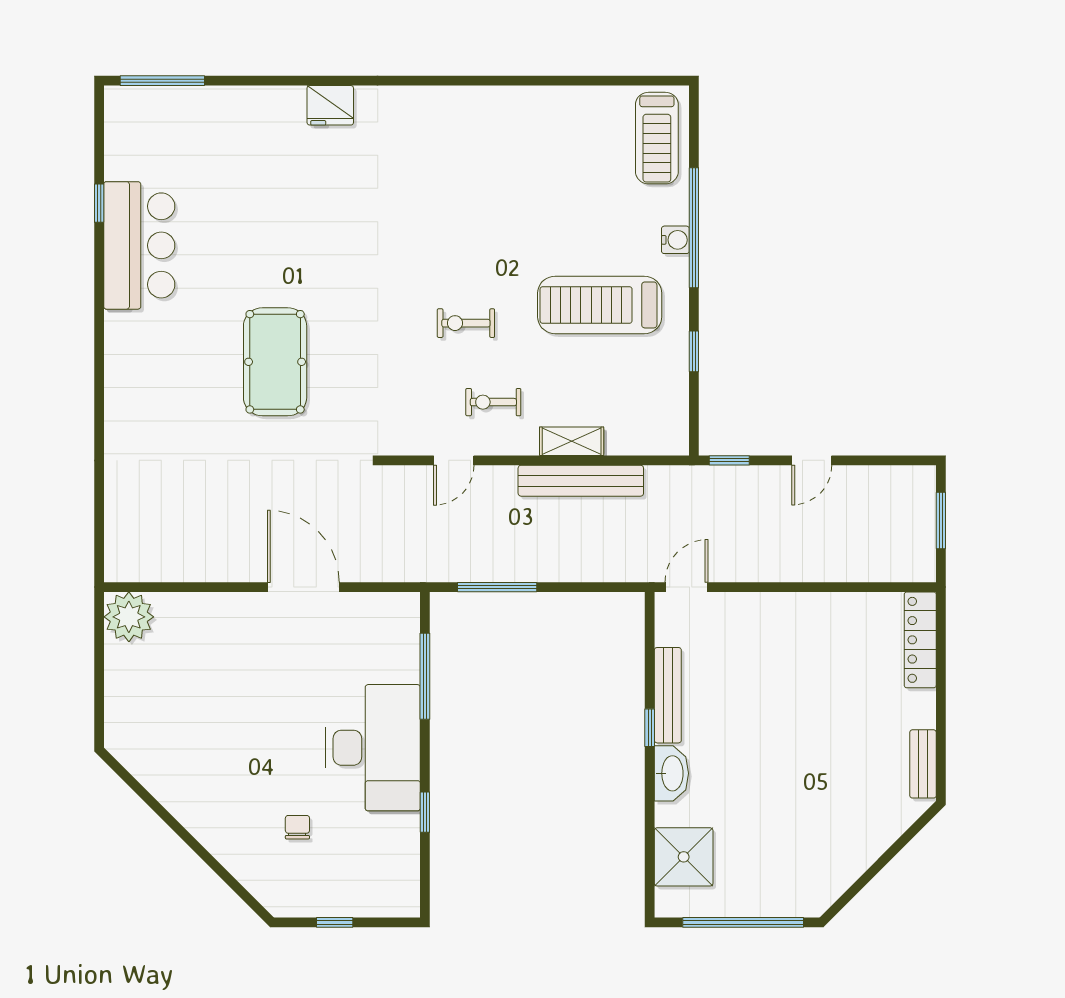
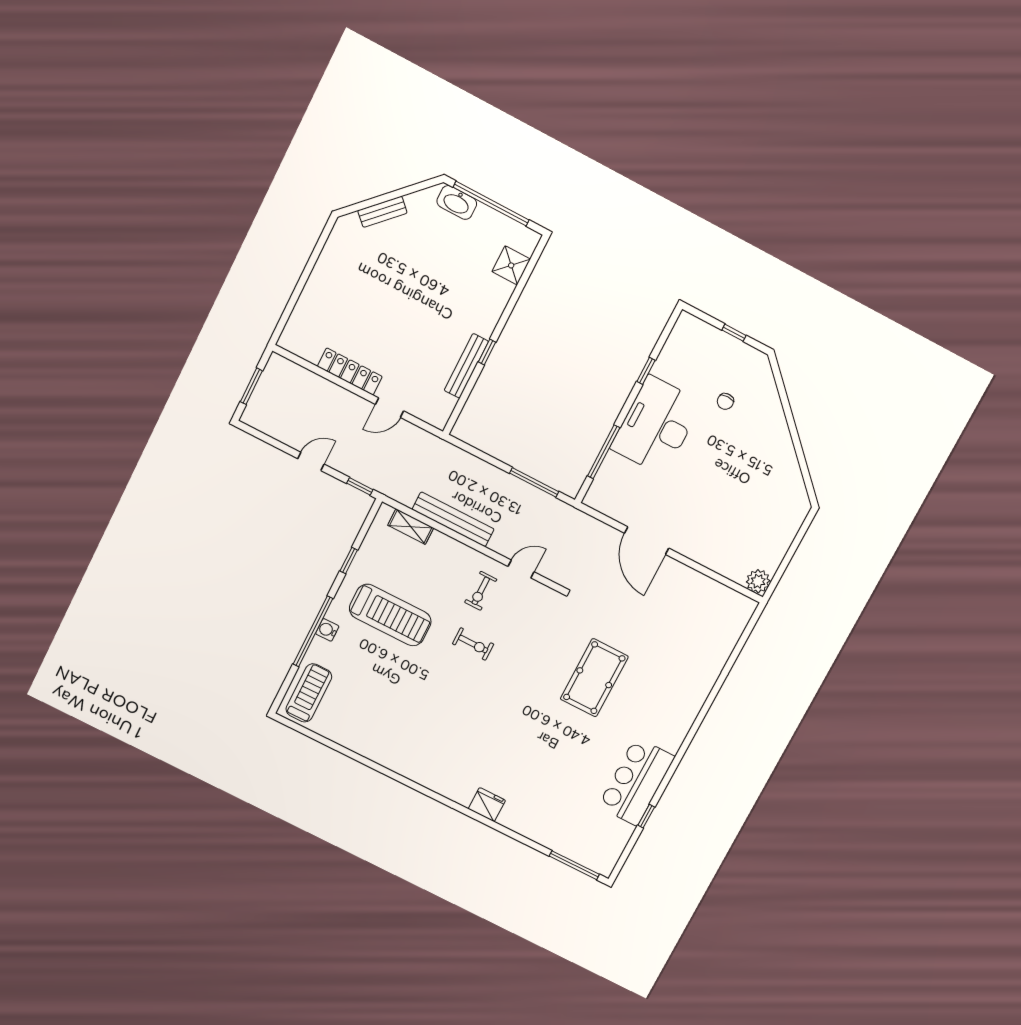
exercise bike: (493, 402) -> (481, 591), turned 90
shelving: (572, 441) -> (411, 527), moved
door: (687, 587) -> (390, 408), moved
plant: (129, 617) -> (758, 581), width x0.73, depth x0.73
locker: (920, 640) -> (350, 372), moved, turned -90
bench: (923, 764) -> (382, 212), moved, turned 45
washbasin: (671, 773) -> (457, 202), moved, turned -90
shower: (684, 857) -> (511, 265), width x0.73, depth x0.73

